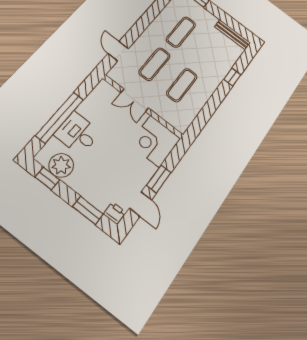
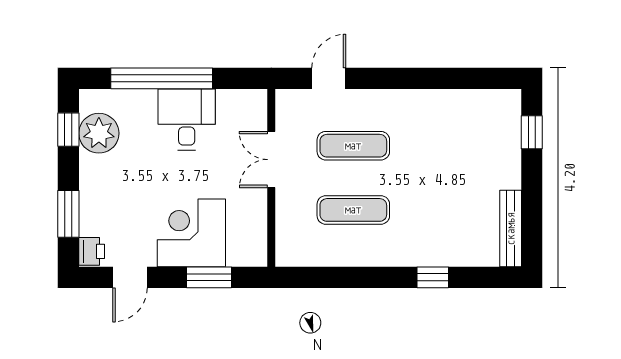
exercise mat: (181, 32) -> (443, 146), removed
desk: (78, 133) -> (187, 119), moved
corner desk: (155, 141) -> (191, 233), moved
window: (159, 179) -> (209, 277), moved

